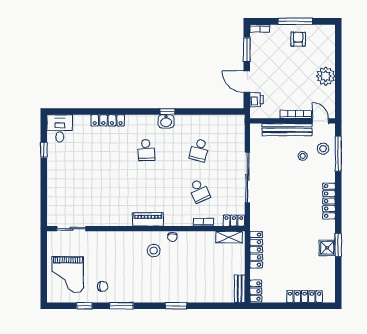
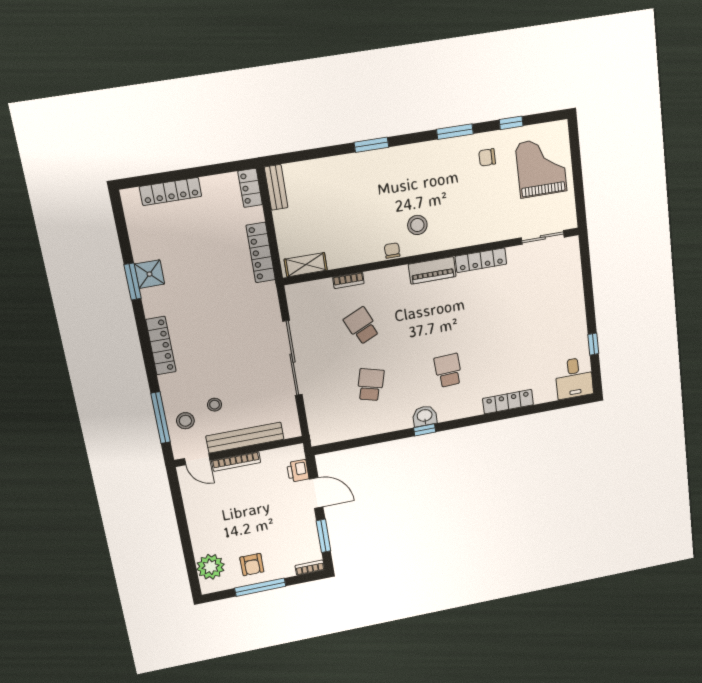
plant: (326, 76) -> (210, 567), moved
locker: (234, 221) -> (481, 260), moved, width x1.53

